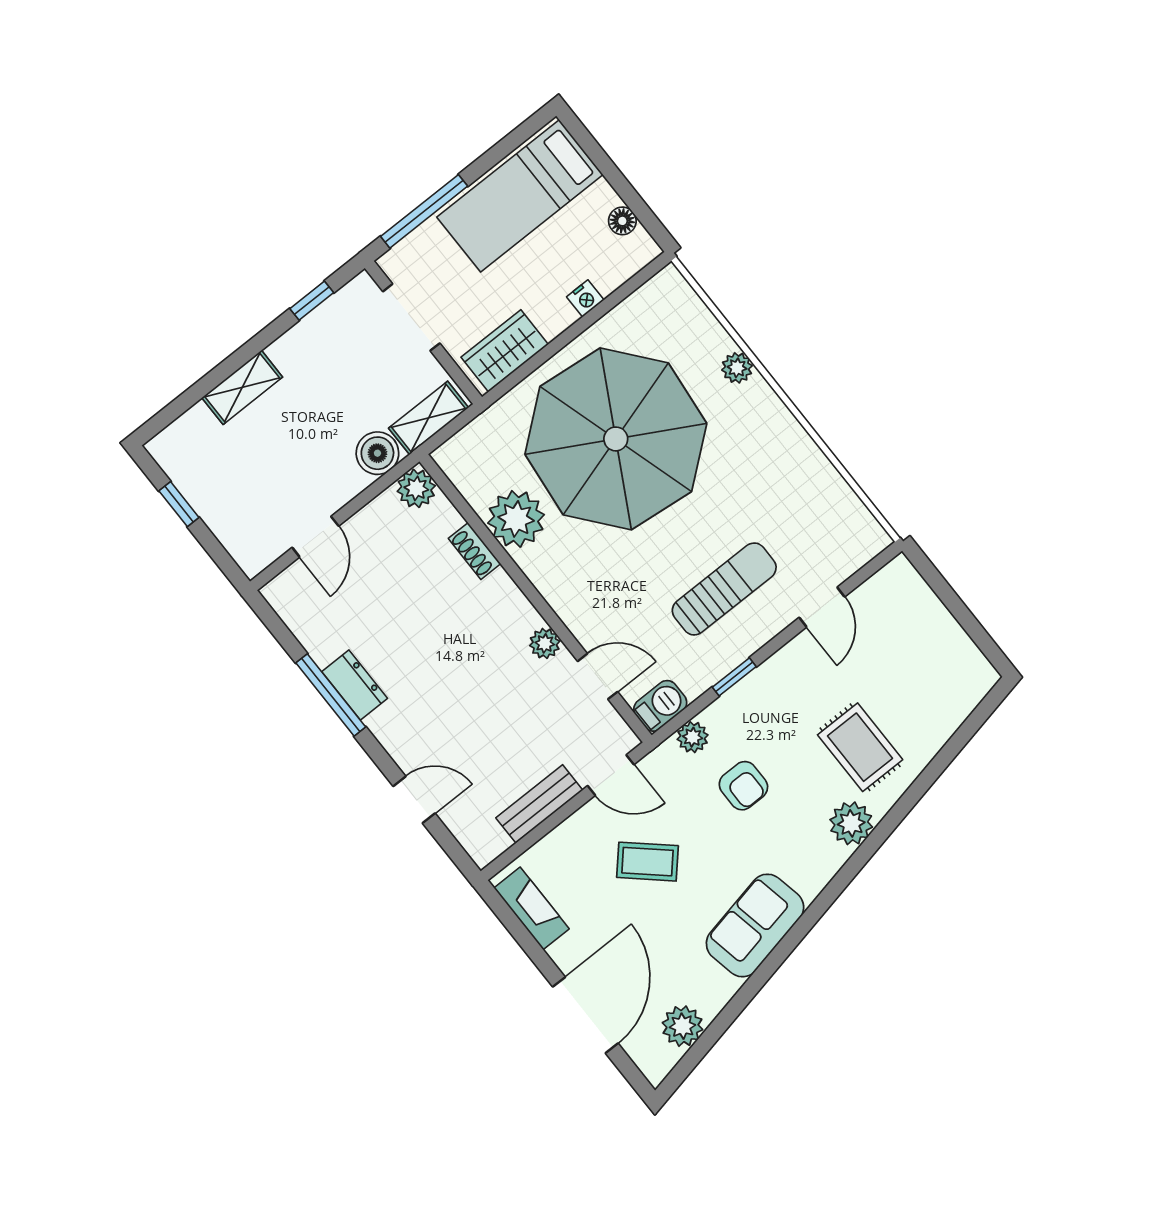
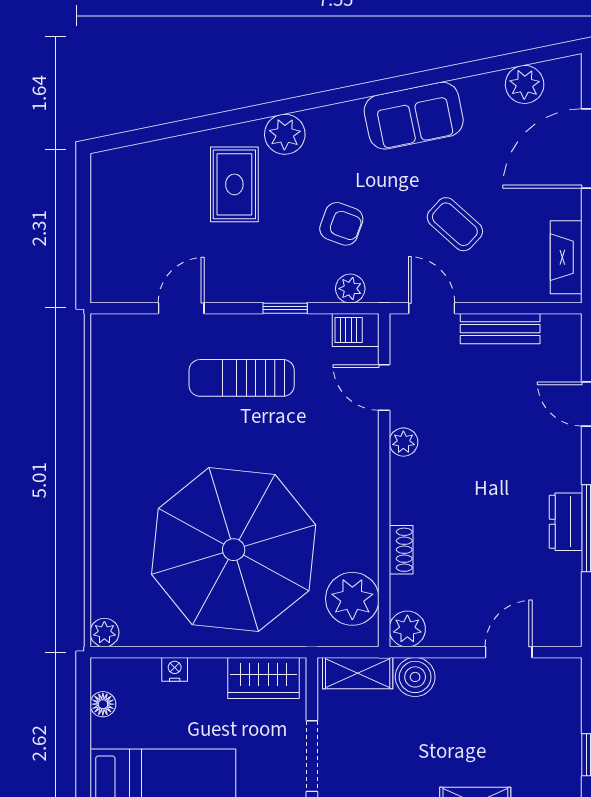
plant: (737, 368) -> (104, 633), moved
plant: (516, 519) -> (352, 599), moved
armchair: (743, 786) -> (341, 224), turned 110

